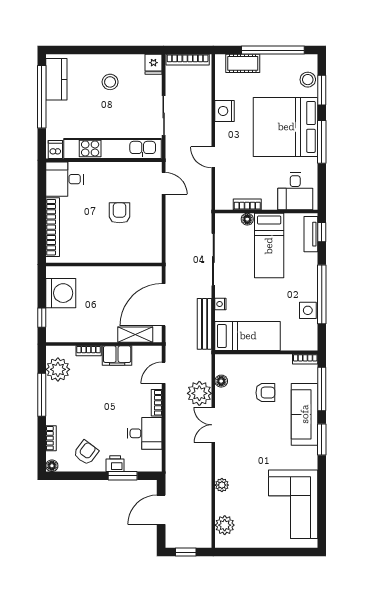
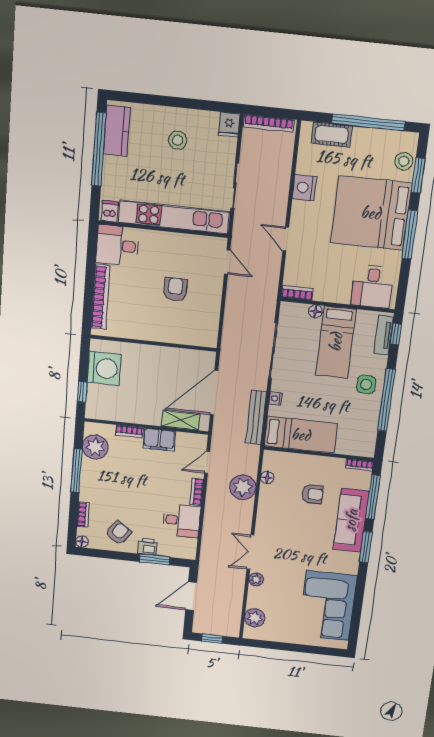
bookcase: (247, 204) -> (297, 293), moved
side table: (308, 310) -> (366, 385), moved
double door: (213, 425) -> (250, 552), moved

